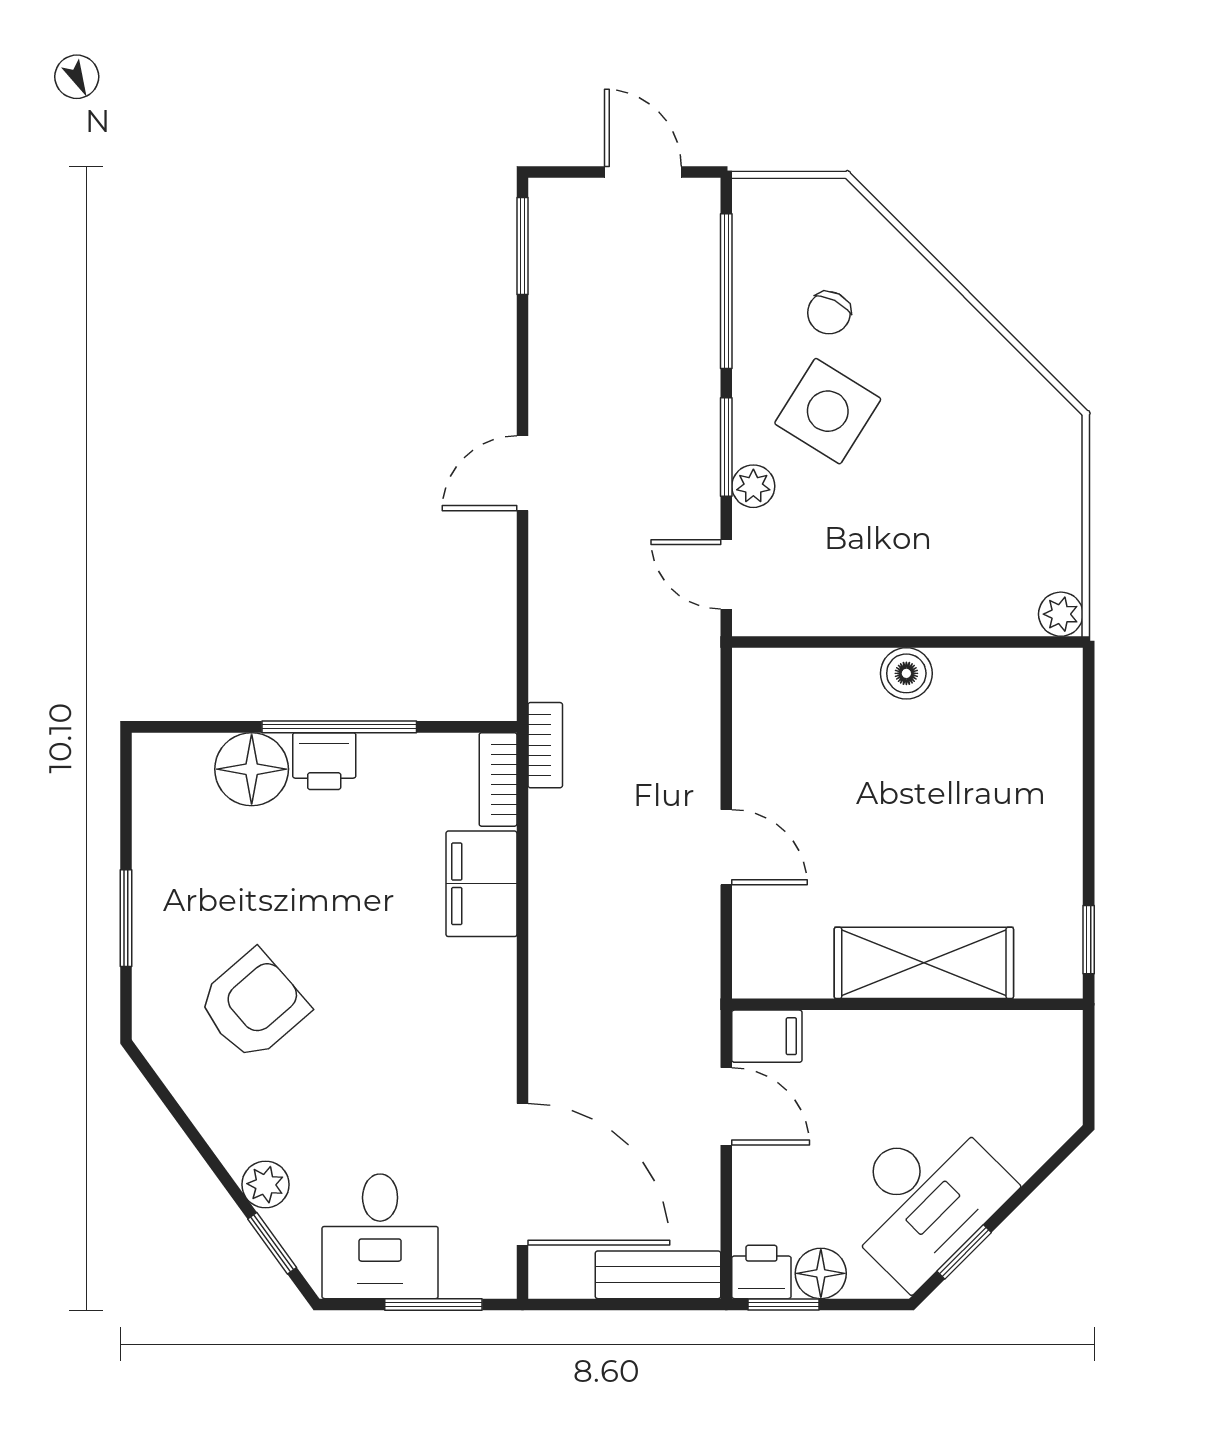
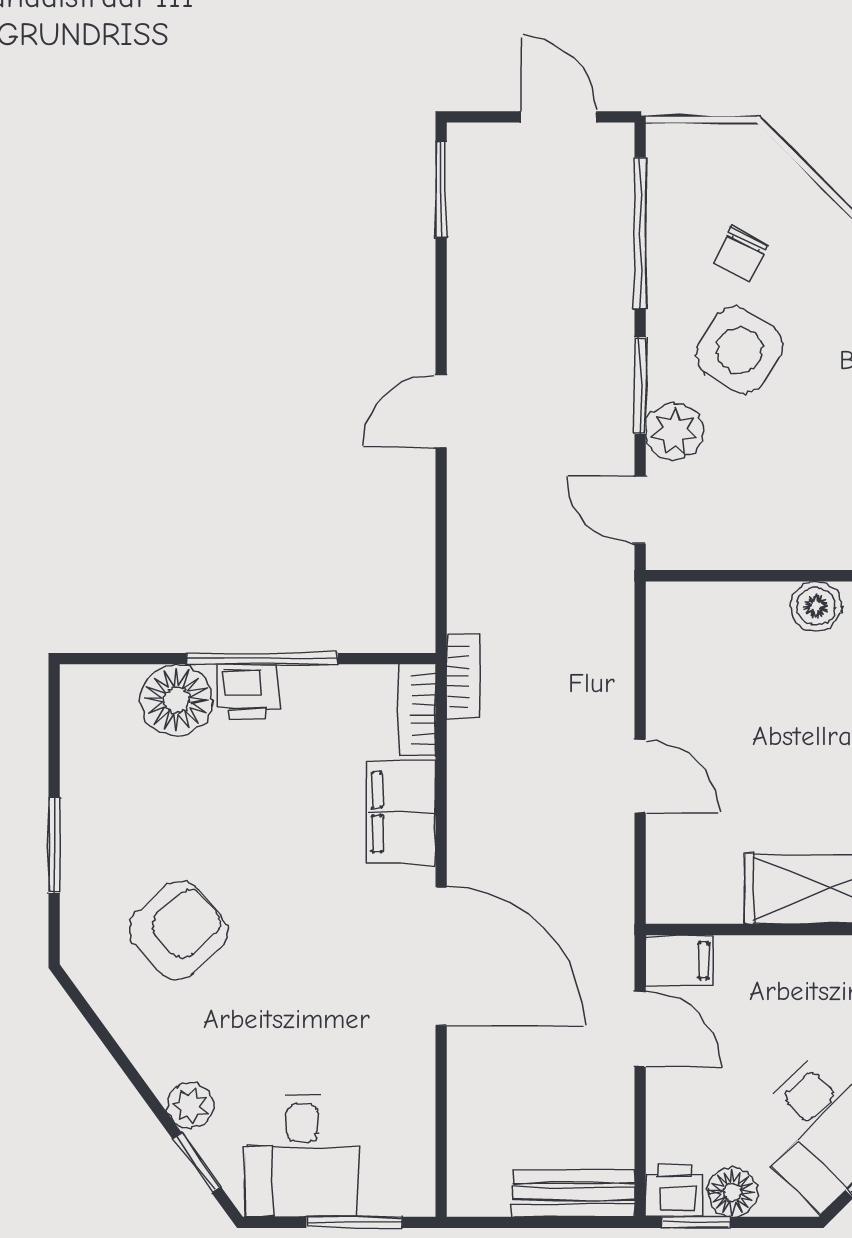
plant: (753, 486) -> (674, 431), width x1.38, depth x1.38
door: (522, 1174) -> (441, 956), moved

